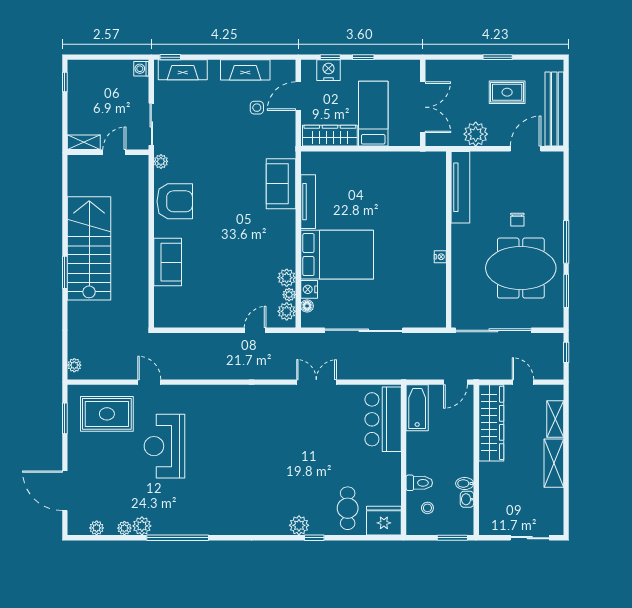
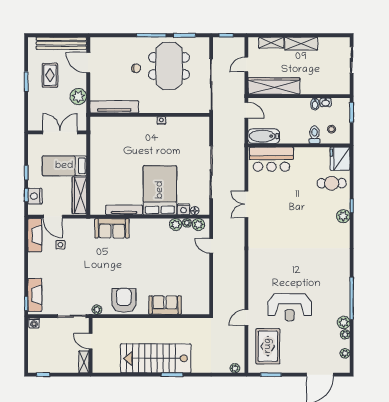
fireplace: (245, 70) -> (35, 235), moved

